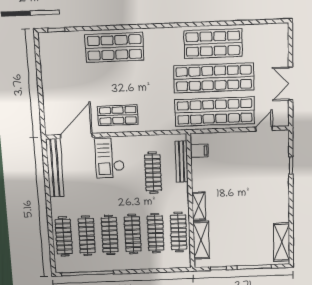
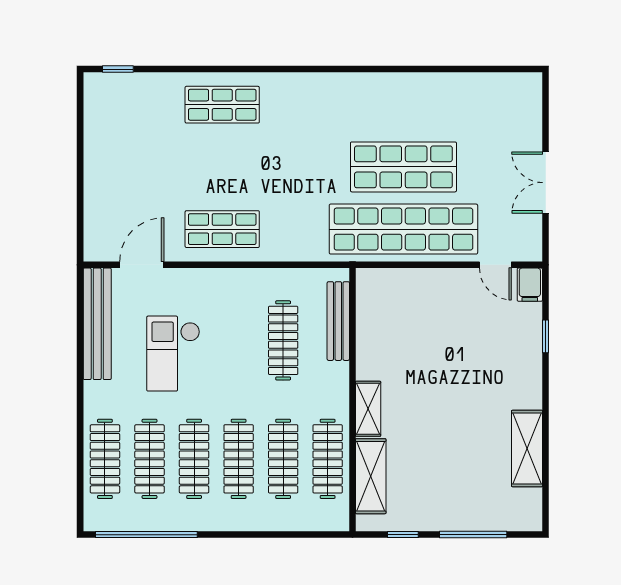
shop shelf: (213, 44) -> (403, 105), removed
shop shelf: (114, 47) -> (222, 105), width x0.70, depth x0.74
shop shelf: (214, 78) -> (403, 167), width x0.71
door: (264, 129) -> (495, 265), swing flipped
door: (76, 136) -> (142, 265), width x0.73
filing cabinet: (199, 151) -> (530, 285), moved, turned 90
checkout: (110, 158) -> (173, 354), moved
shelving: (282, 242) -> (527, 448), moved

